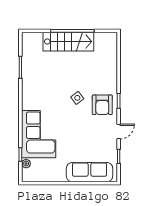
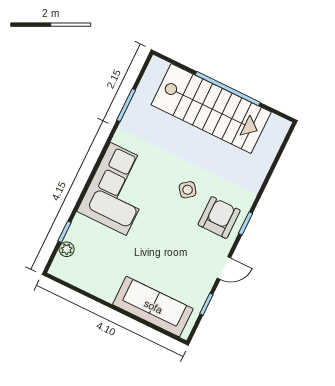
stairs: (68, 42) -> (211, 108), width x1.36, depth x1.51
armchair: (102, 105) -> (219, 218), turned 180
corner sofa: (39, 134) -> (118, 189), moved

